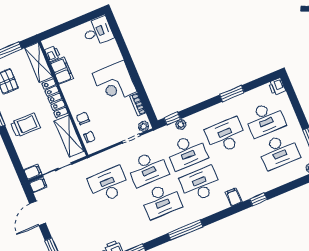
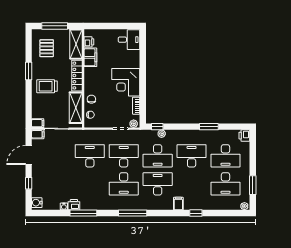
trolley: (26, 125) -> (47, 86), turned 180
desk: (148, 168) -> (124, 156), turned 180

